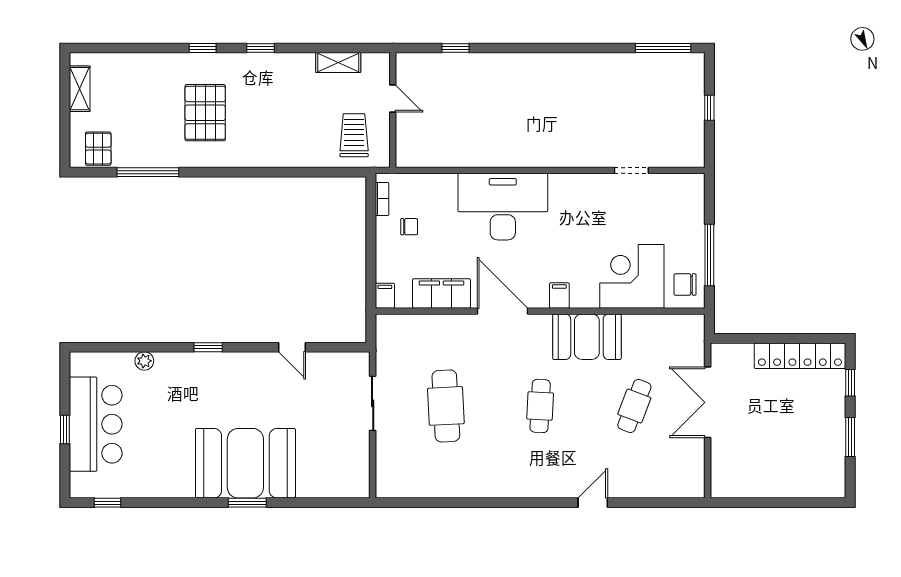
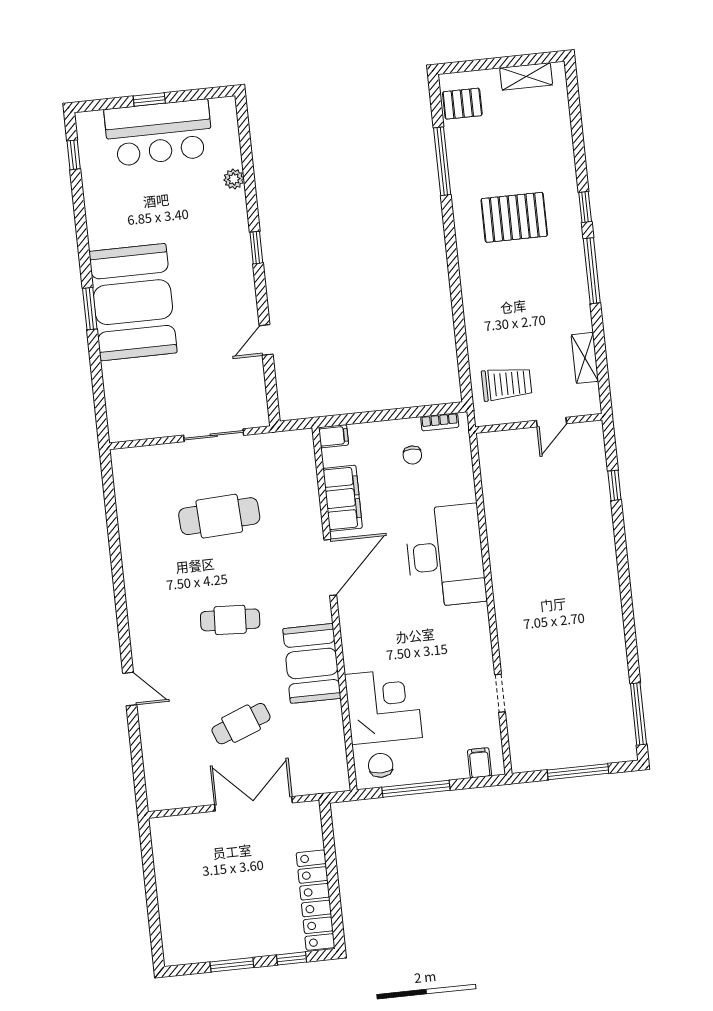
window: (260, 48) -> (592, 271), width x2.17
window: (709, 108) -> (578, 772), width x2.17
filing cabinet: (559, 296) -> (480, 763), moved, turned -90
cafe table: (634, 406) -> (241, 724), turned -42

